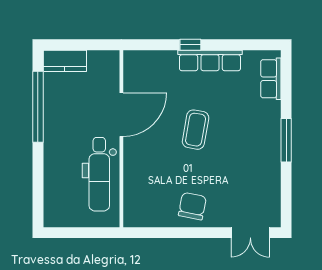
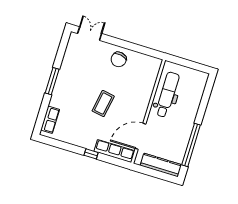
row of seats: (210, 60) -> (114, 151), moved
kitchen counter: (65, 61) -> (161, 165), width x1.50
door: (121, 115) -> (141, 136), moved

